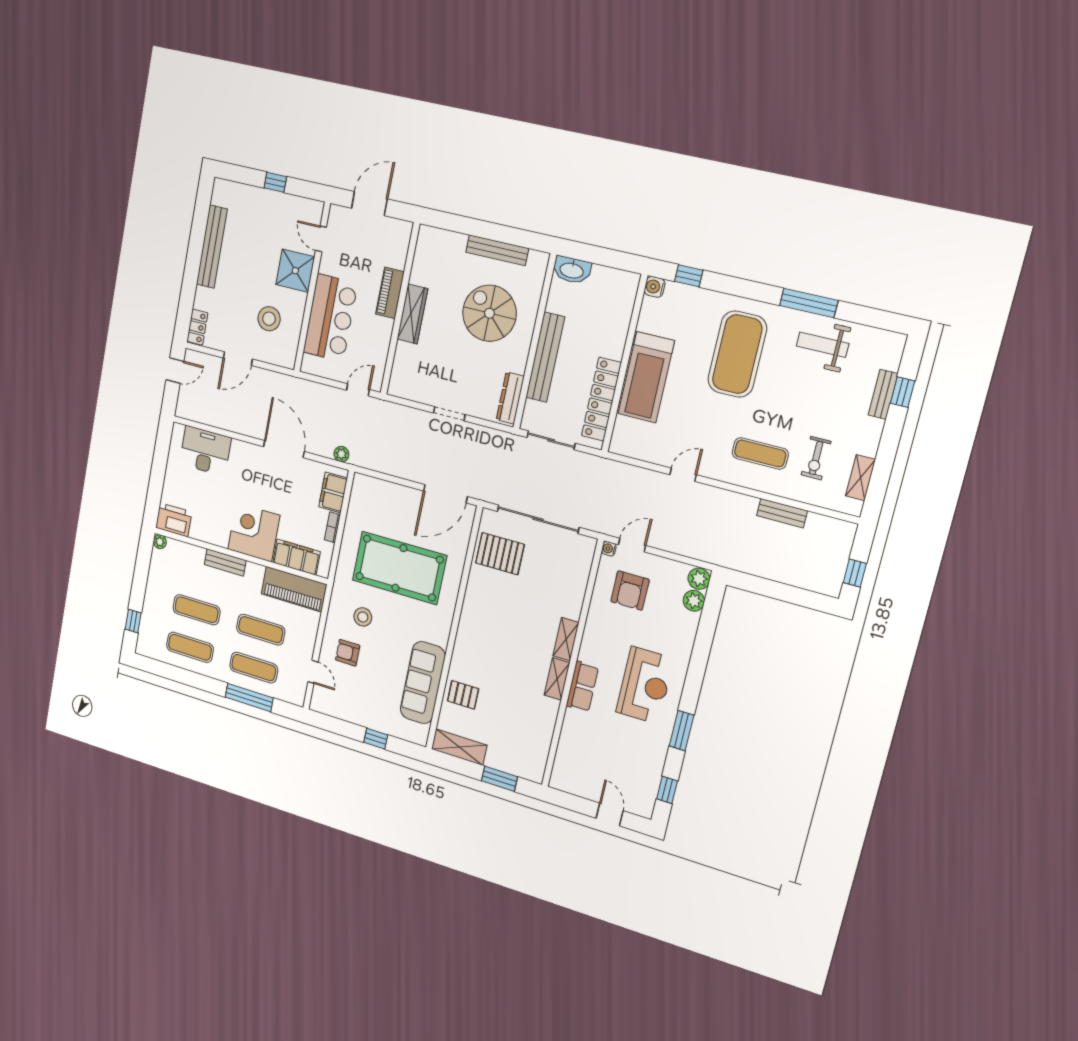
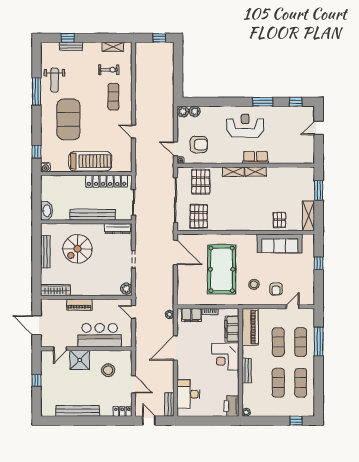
wardrobe: (412, 314) -> (56, 290), moved
exercise mat: (737, 354) -> (68, 119), turned 90
plant: (401, 387) -> (126, 289), added
bench: (782, 513) -> (169, 405), moved
pallet: (561, 575) -> (201, 182), added

